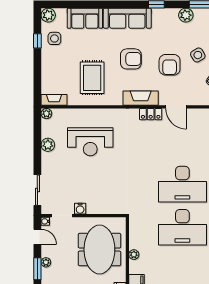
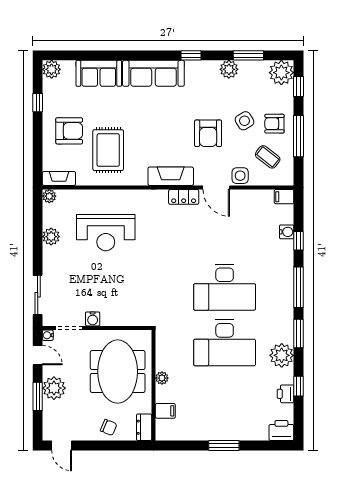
side table: (54, 38) -> (240, 176), moved
armchair: (131, 59) -> (69, 131), moved
plant: (46, 262) -> (54, 388), width x1.88, depth x1.88

